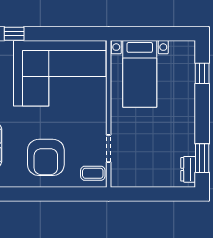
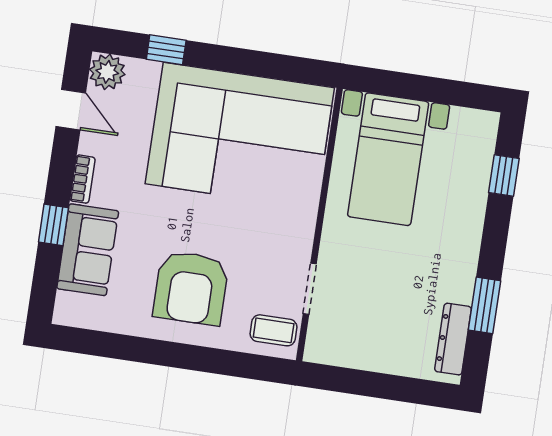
window: (202, 158) -> (484, 305), moved
dresser: (188, 169) -> (453, 339), width x1.44

